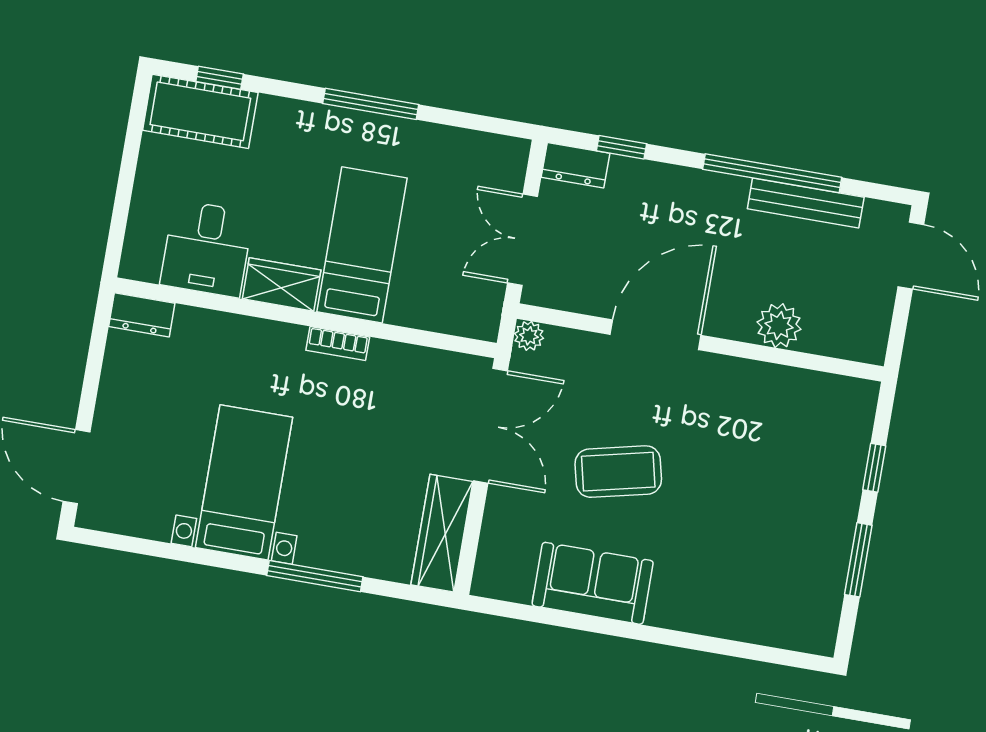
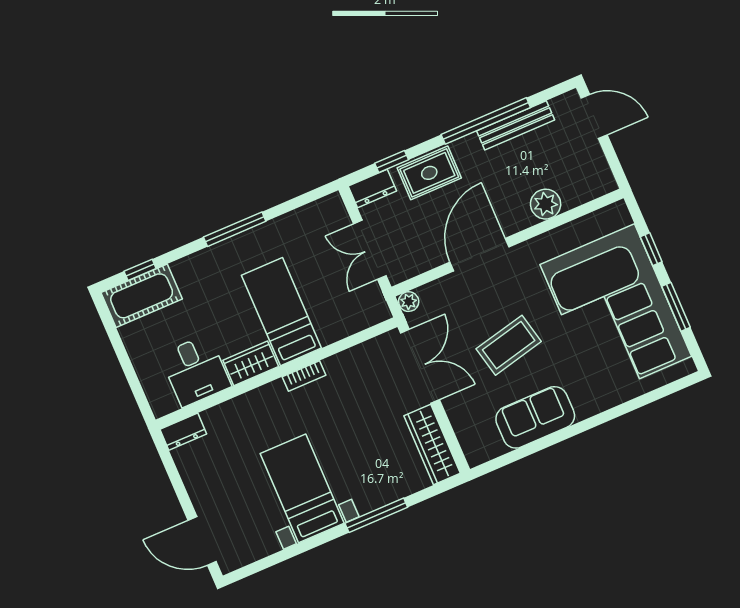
rug: (659, 192) -> (429, 173), added
corner sofa: (780, 515) -> (616, 310), added

